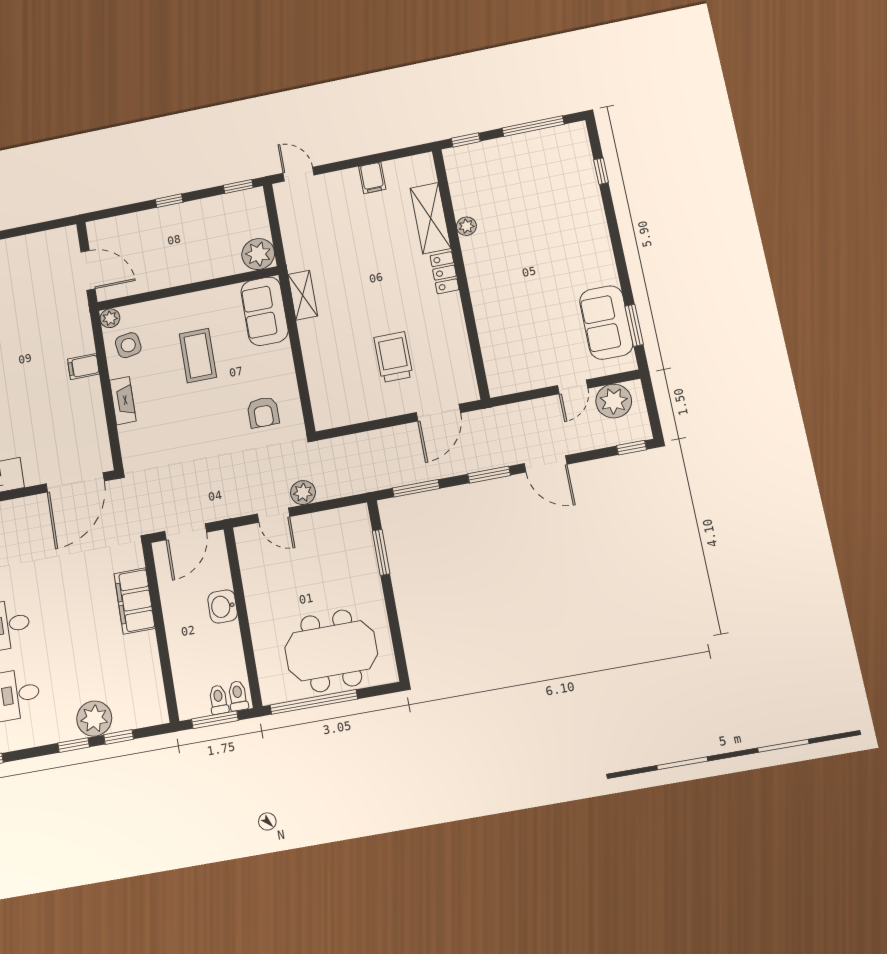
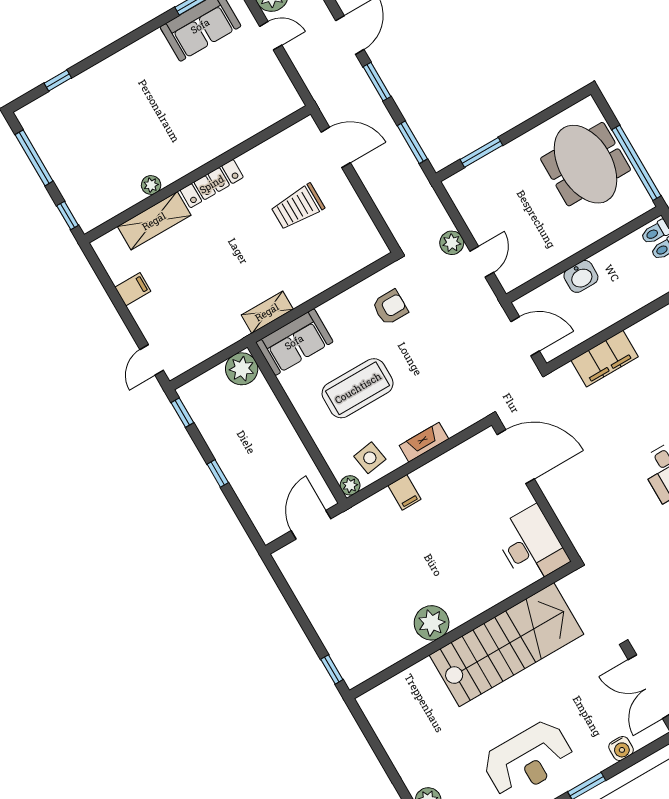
locker: (444, 273) -> (212, 184), width x1.53
coffee table: (198, 356) -> (358, 388), width x1.36, depth x1.32

